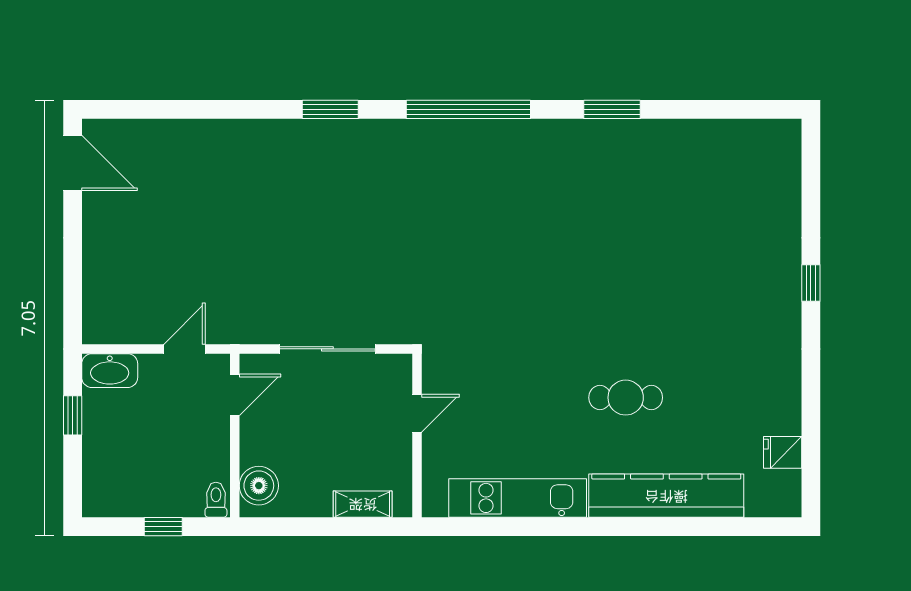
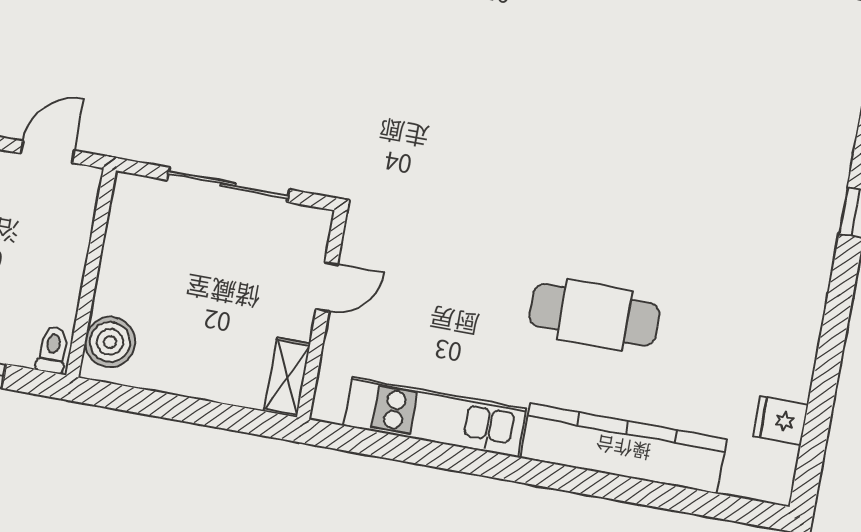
door: (235, 395) -> (100, 222), removed
cafe table: (626, 398) -> (595, 315), width x1.37, depth x1.35
shelving: (363, 504) -> (287, 377), moved, turned 90

